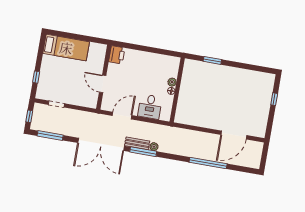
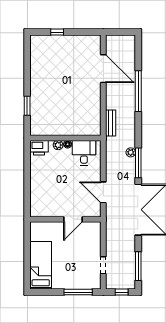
printer: (117, 55) -> (39, 148), moved, turned 180
window: (36, 77) -> (78, 292), width x2.17
desk: (150, 107) -> (84, 153), moved, turned -90
bench: (137, 143) -> (111, 123), moved

